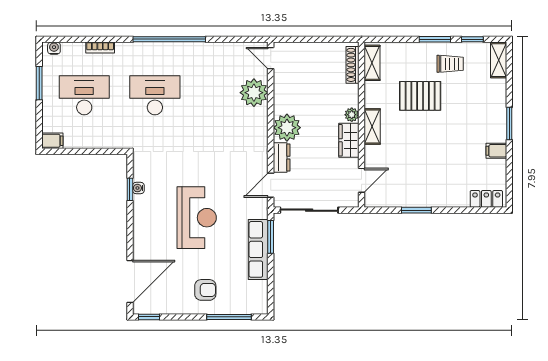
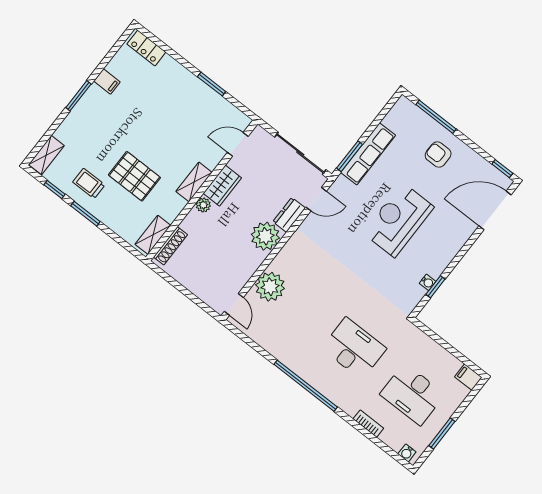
desk: (155, 95) -> (354, 349), turned 180

